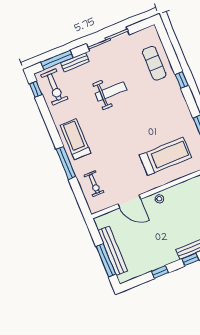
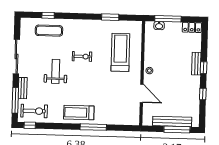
window: (182, 80) -> (48, 15), moved
exercise bike: (94, 184) -> (82, 56), moved
door: (129, 201) -> (142, 93), hinge flipped

